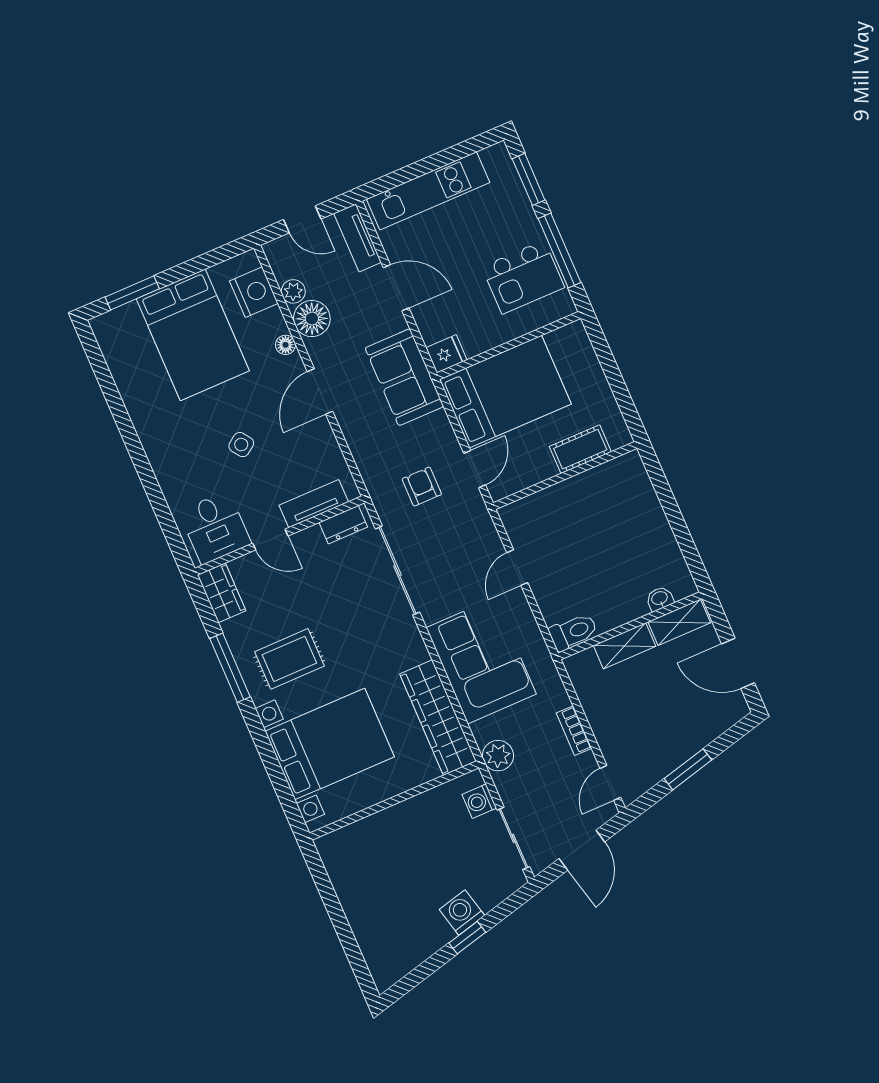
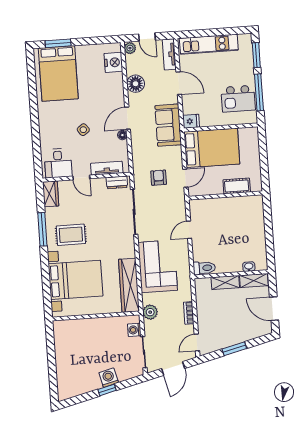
plant: (293, 291) -> (130, 48), moved
bed: (193, 335) -> (58, 73), moved
floor lamp: (286, 345) -> (122, 135), moved

